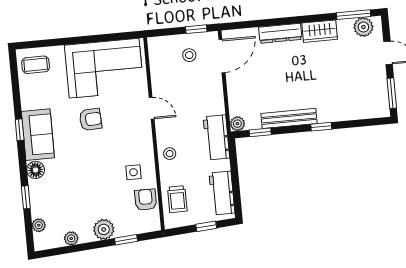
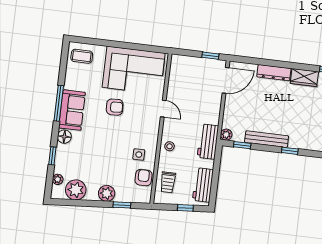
stool: (189, 55) -> (201, 74), removed
window: (20, 130) -> (59, 103), width x2.17
plant: (71, 238) -> (76, 190), width x1.87, depth x1.87

